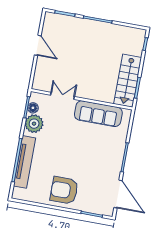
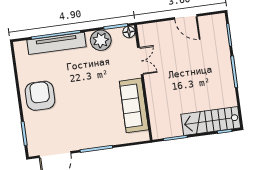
door: (38, 45) -> (186, 17), hinge flipped
stairs: (128, 81) -> (211, 121), moved
floor lamp: (33, 108) -> (129, 32), moved

